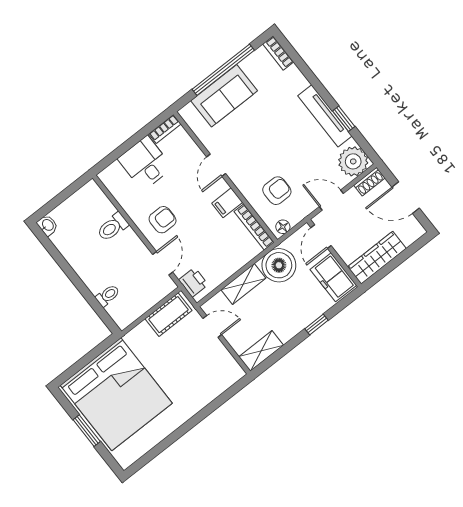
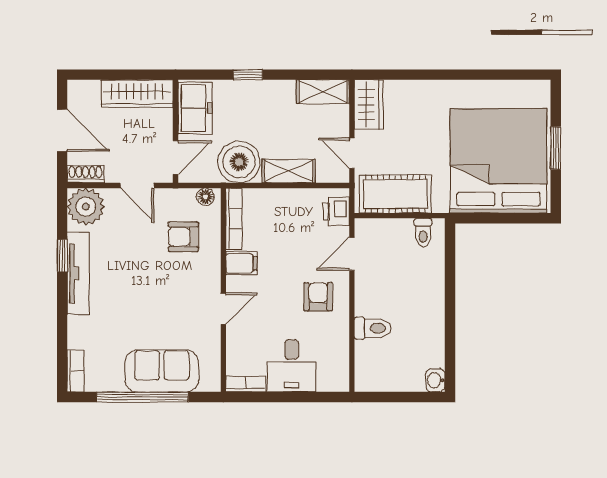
armchair: (163, 220) -> (318, 297), turned 90
toilet: (108, 295) -> (423, 233), moved, turned -90
cot: (168, 315) -> (395, 194), width x1.37, depth x1.34
wardrobe: (226, 366) -> (369, 104), added

